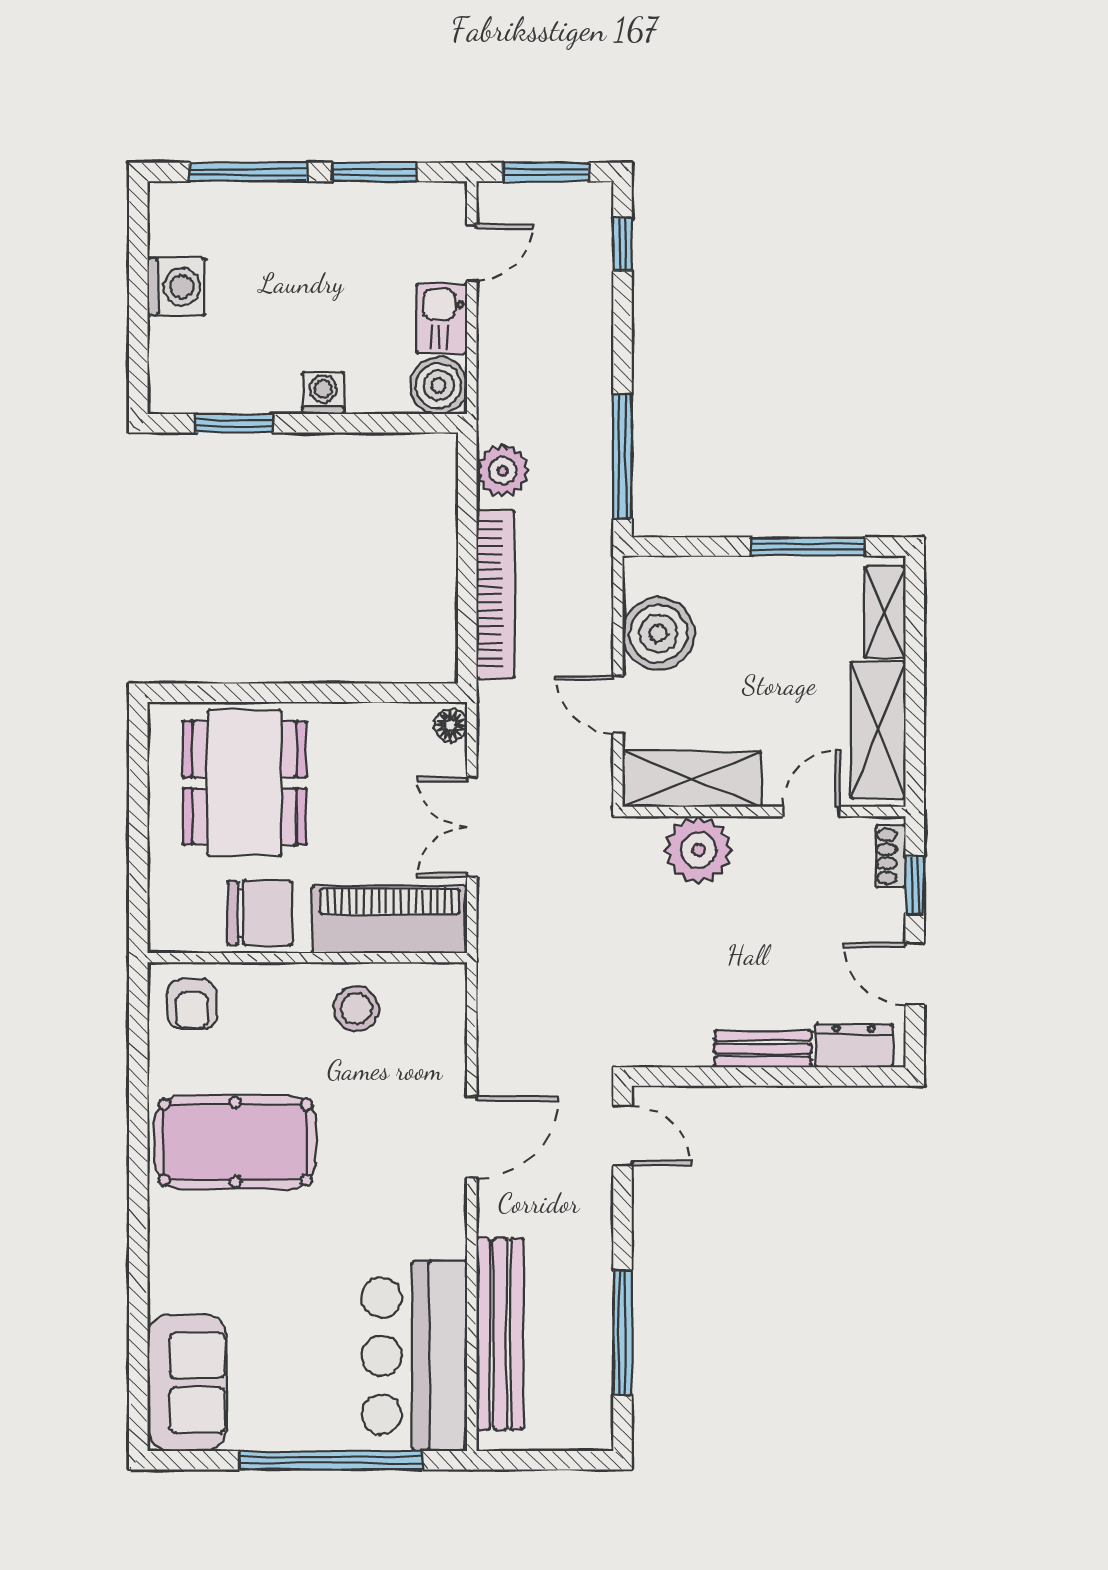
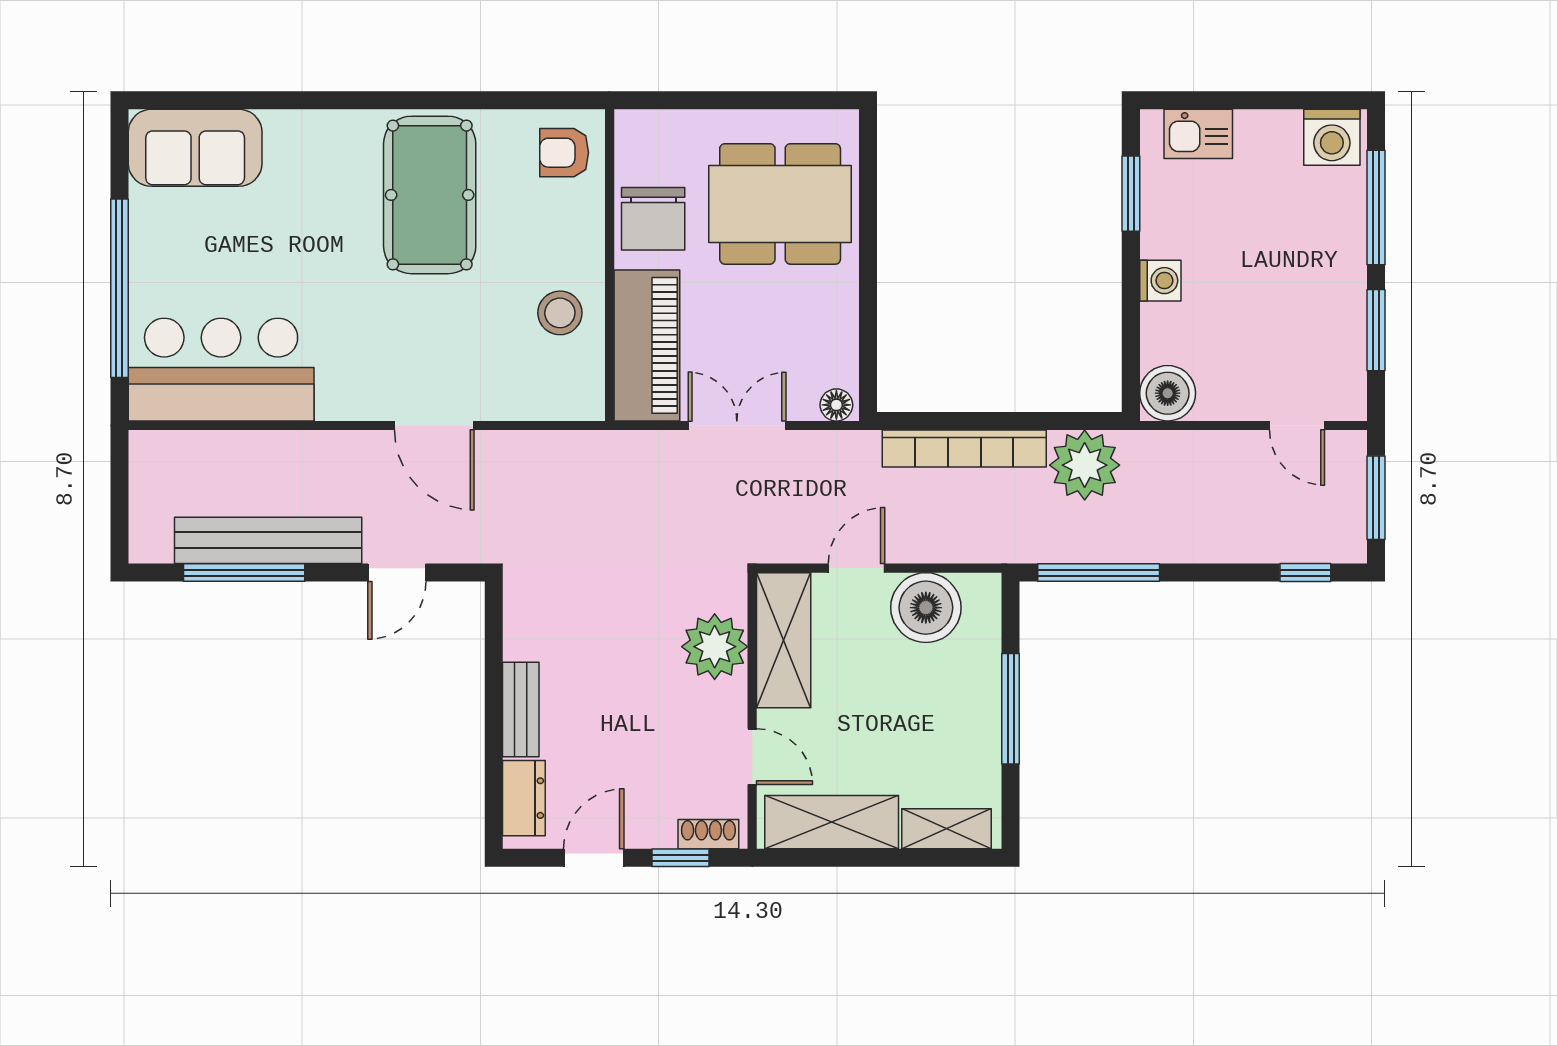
washing machine: (176, 287) -> (1332, 137), moved
kitchen sink: (442, 318) -> (1198, 134), moved, turned 180
plant: (503, 471) -> (1085, 465), width x1.36, depth x1.36
window: (808, 547) -> (1011, 709), moved
door: (622, 1135) -> (397, 573), moved
bench: (500, 1334) -> (268, 540), moved

